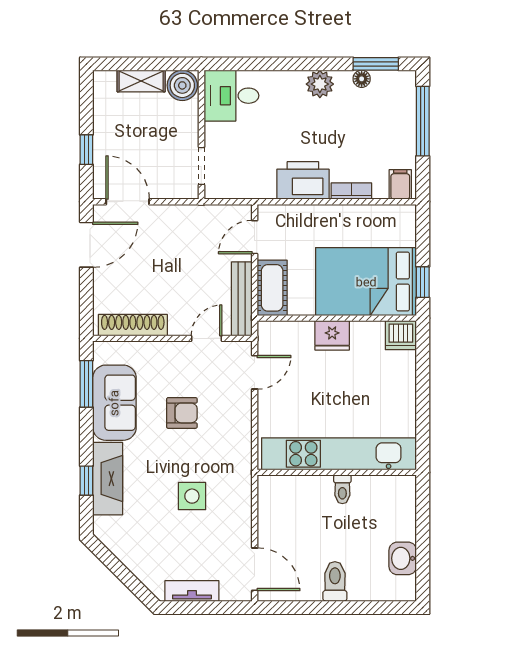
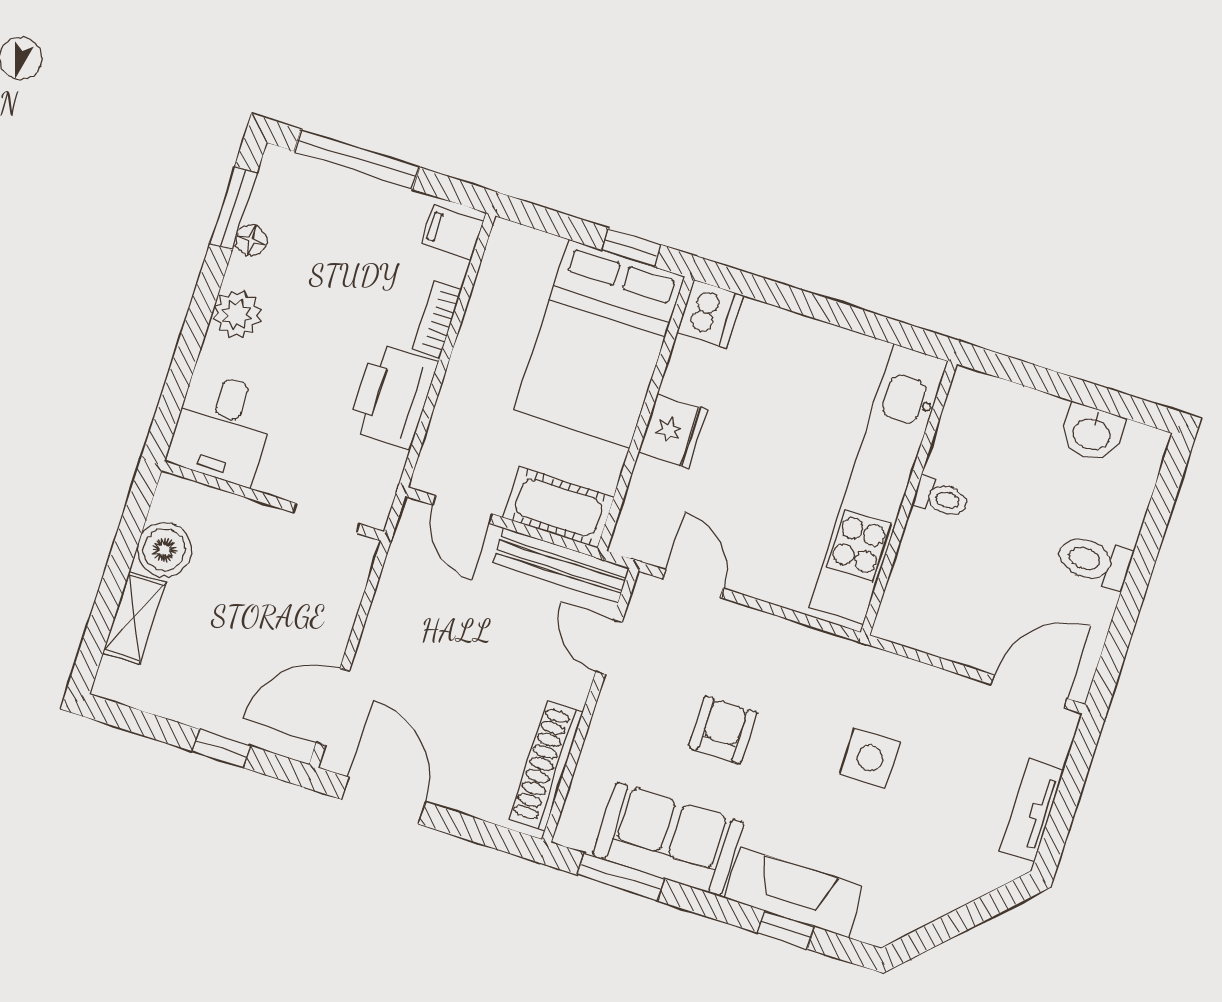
desk: (231, 96) -> (223, 428), moved
wall: (201, 135) -> (273, 501), moved
doorway: (201, 166) -> (326, 518), moved

